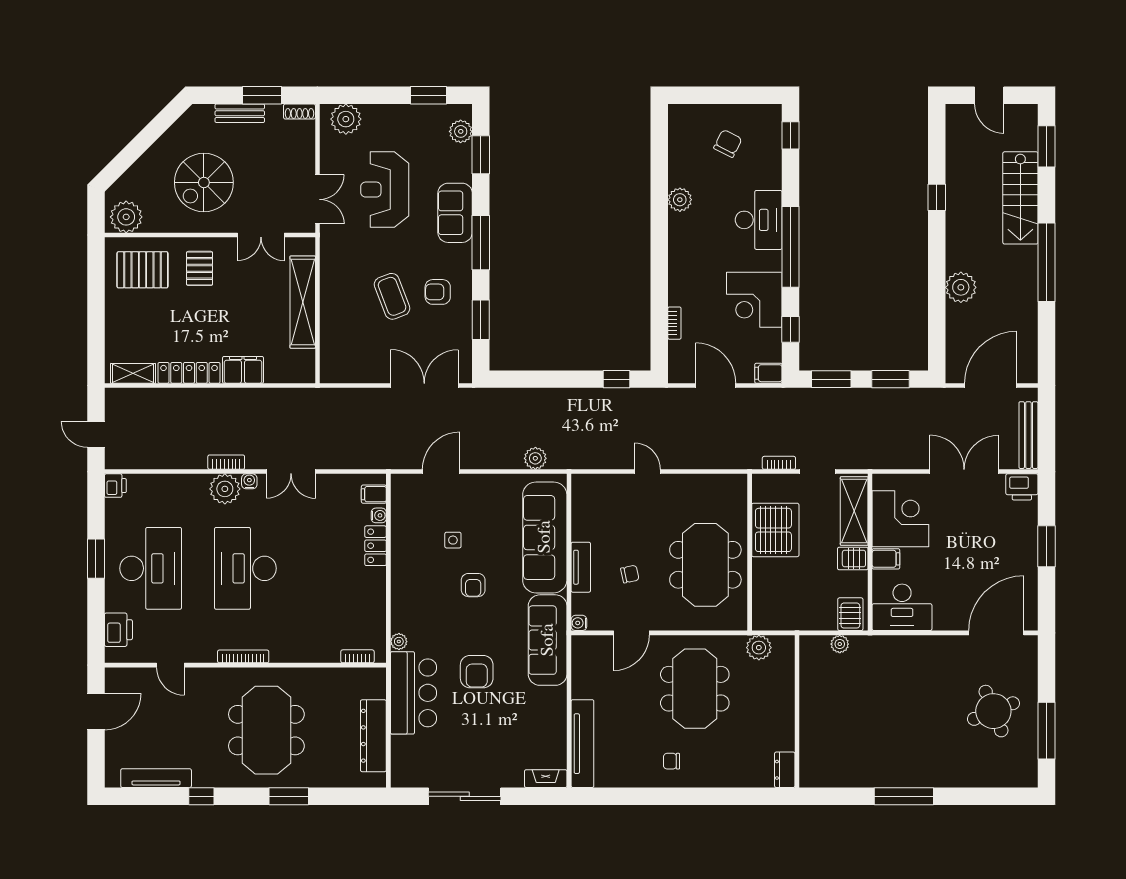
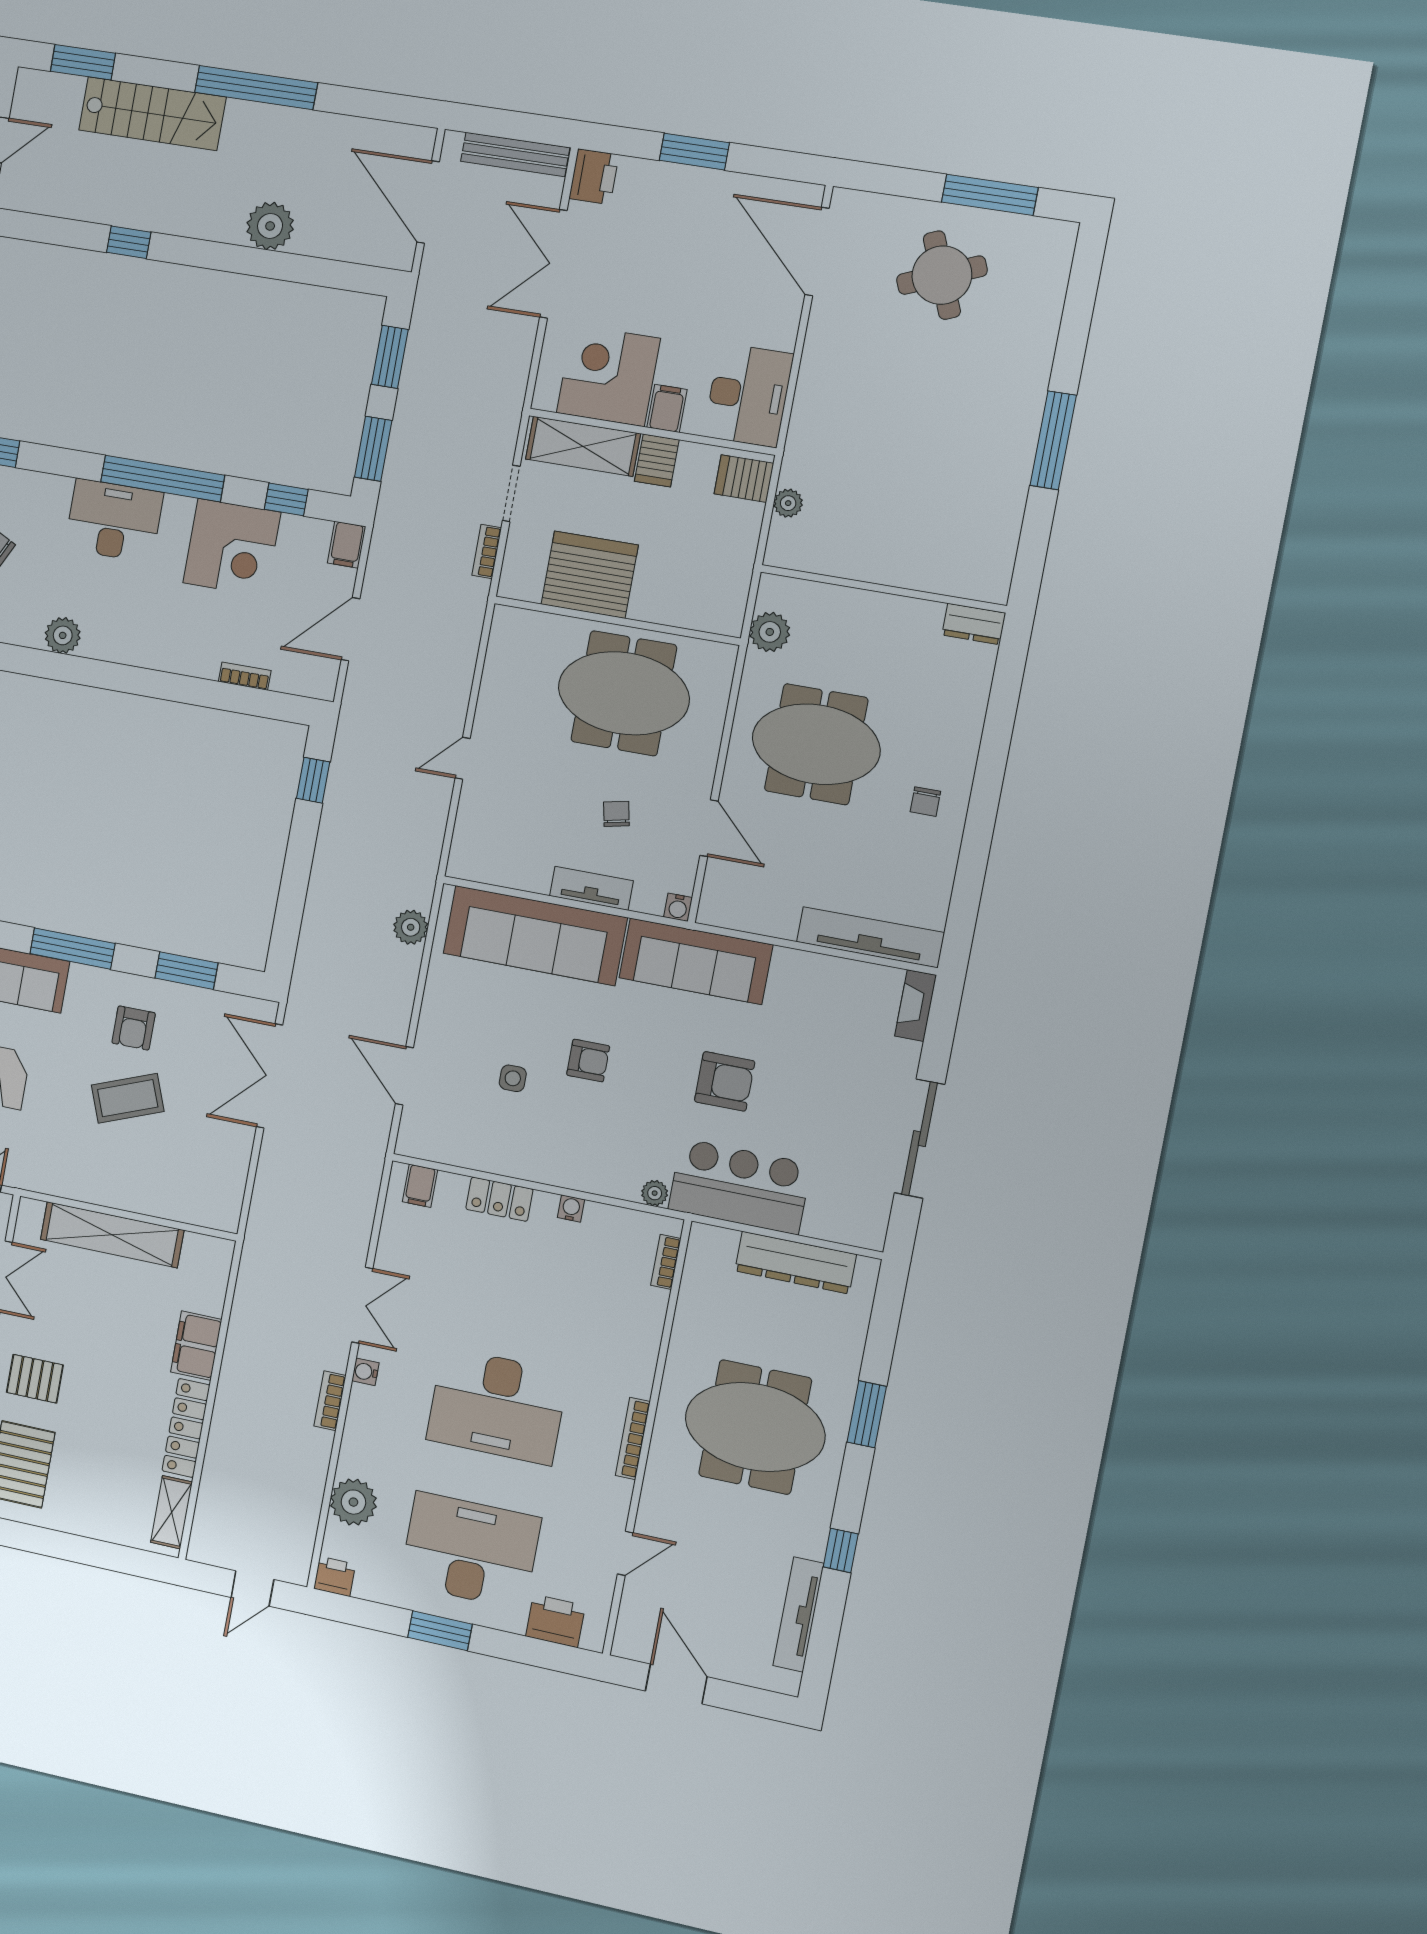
plant: (225, 489) -> (353, 1502), moved
water cooler: (379, 515) -> (571, 1208), moved

